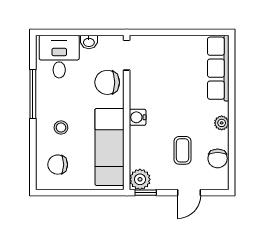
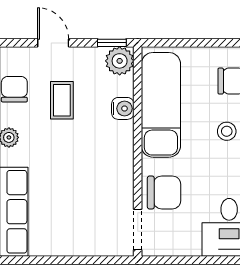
washbasin: (89, 42) -> (189, 247), removed
water cooler: (138, 117) -> (123, 108), moved
door: (189, 193) -> (53, 43), hinge flipped

